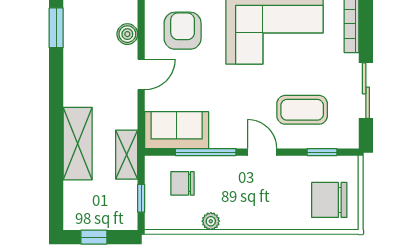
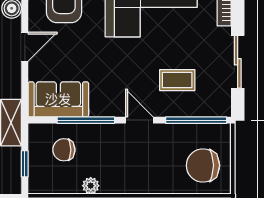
coffee table: (302, 110) -> (177, 80), width x0.73, depth x0.77
window: (322, 152) -> (196, 120), width x2.17

